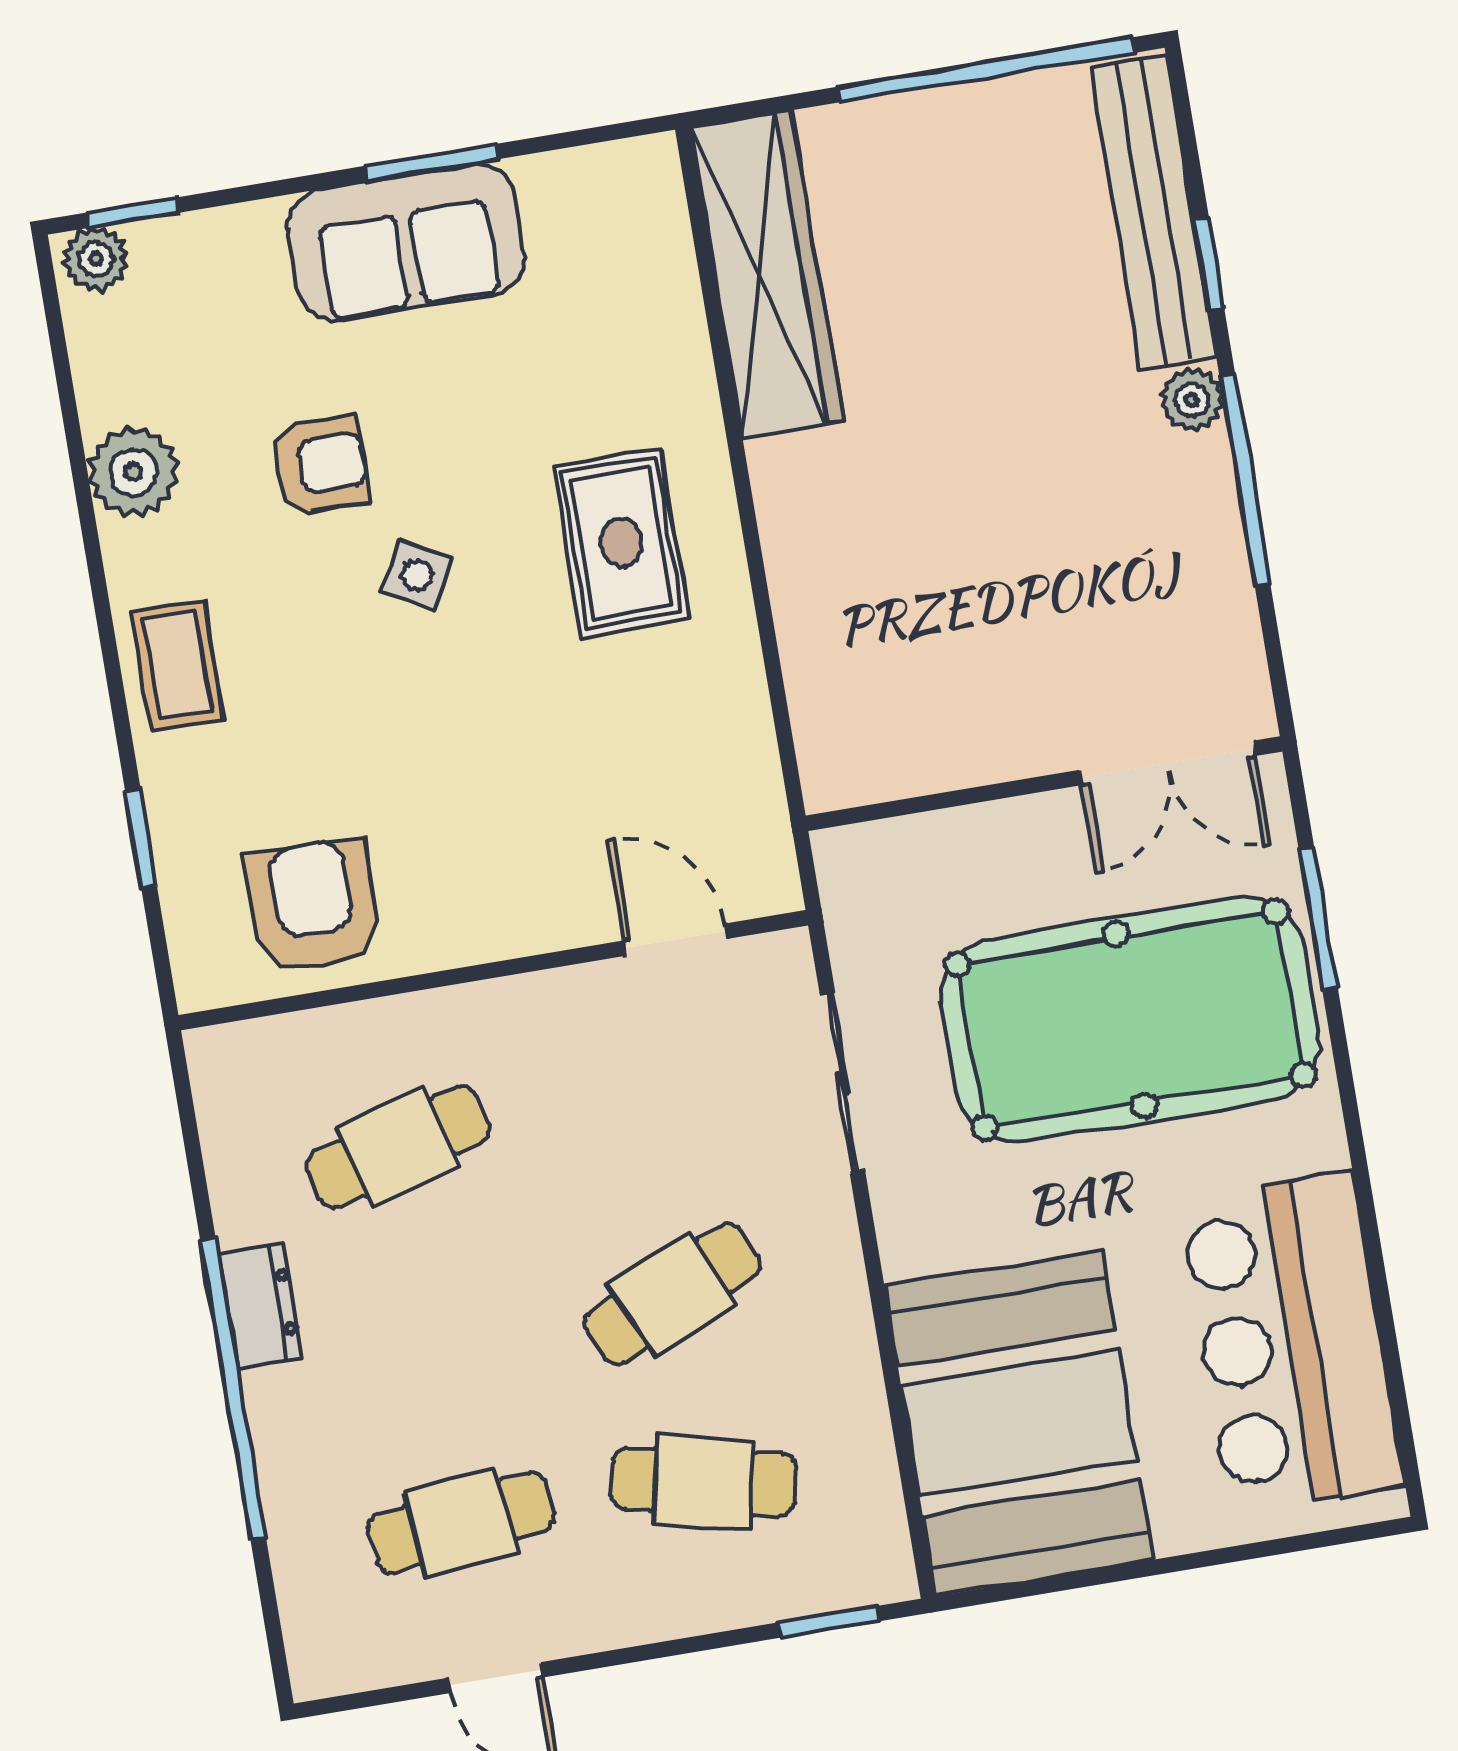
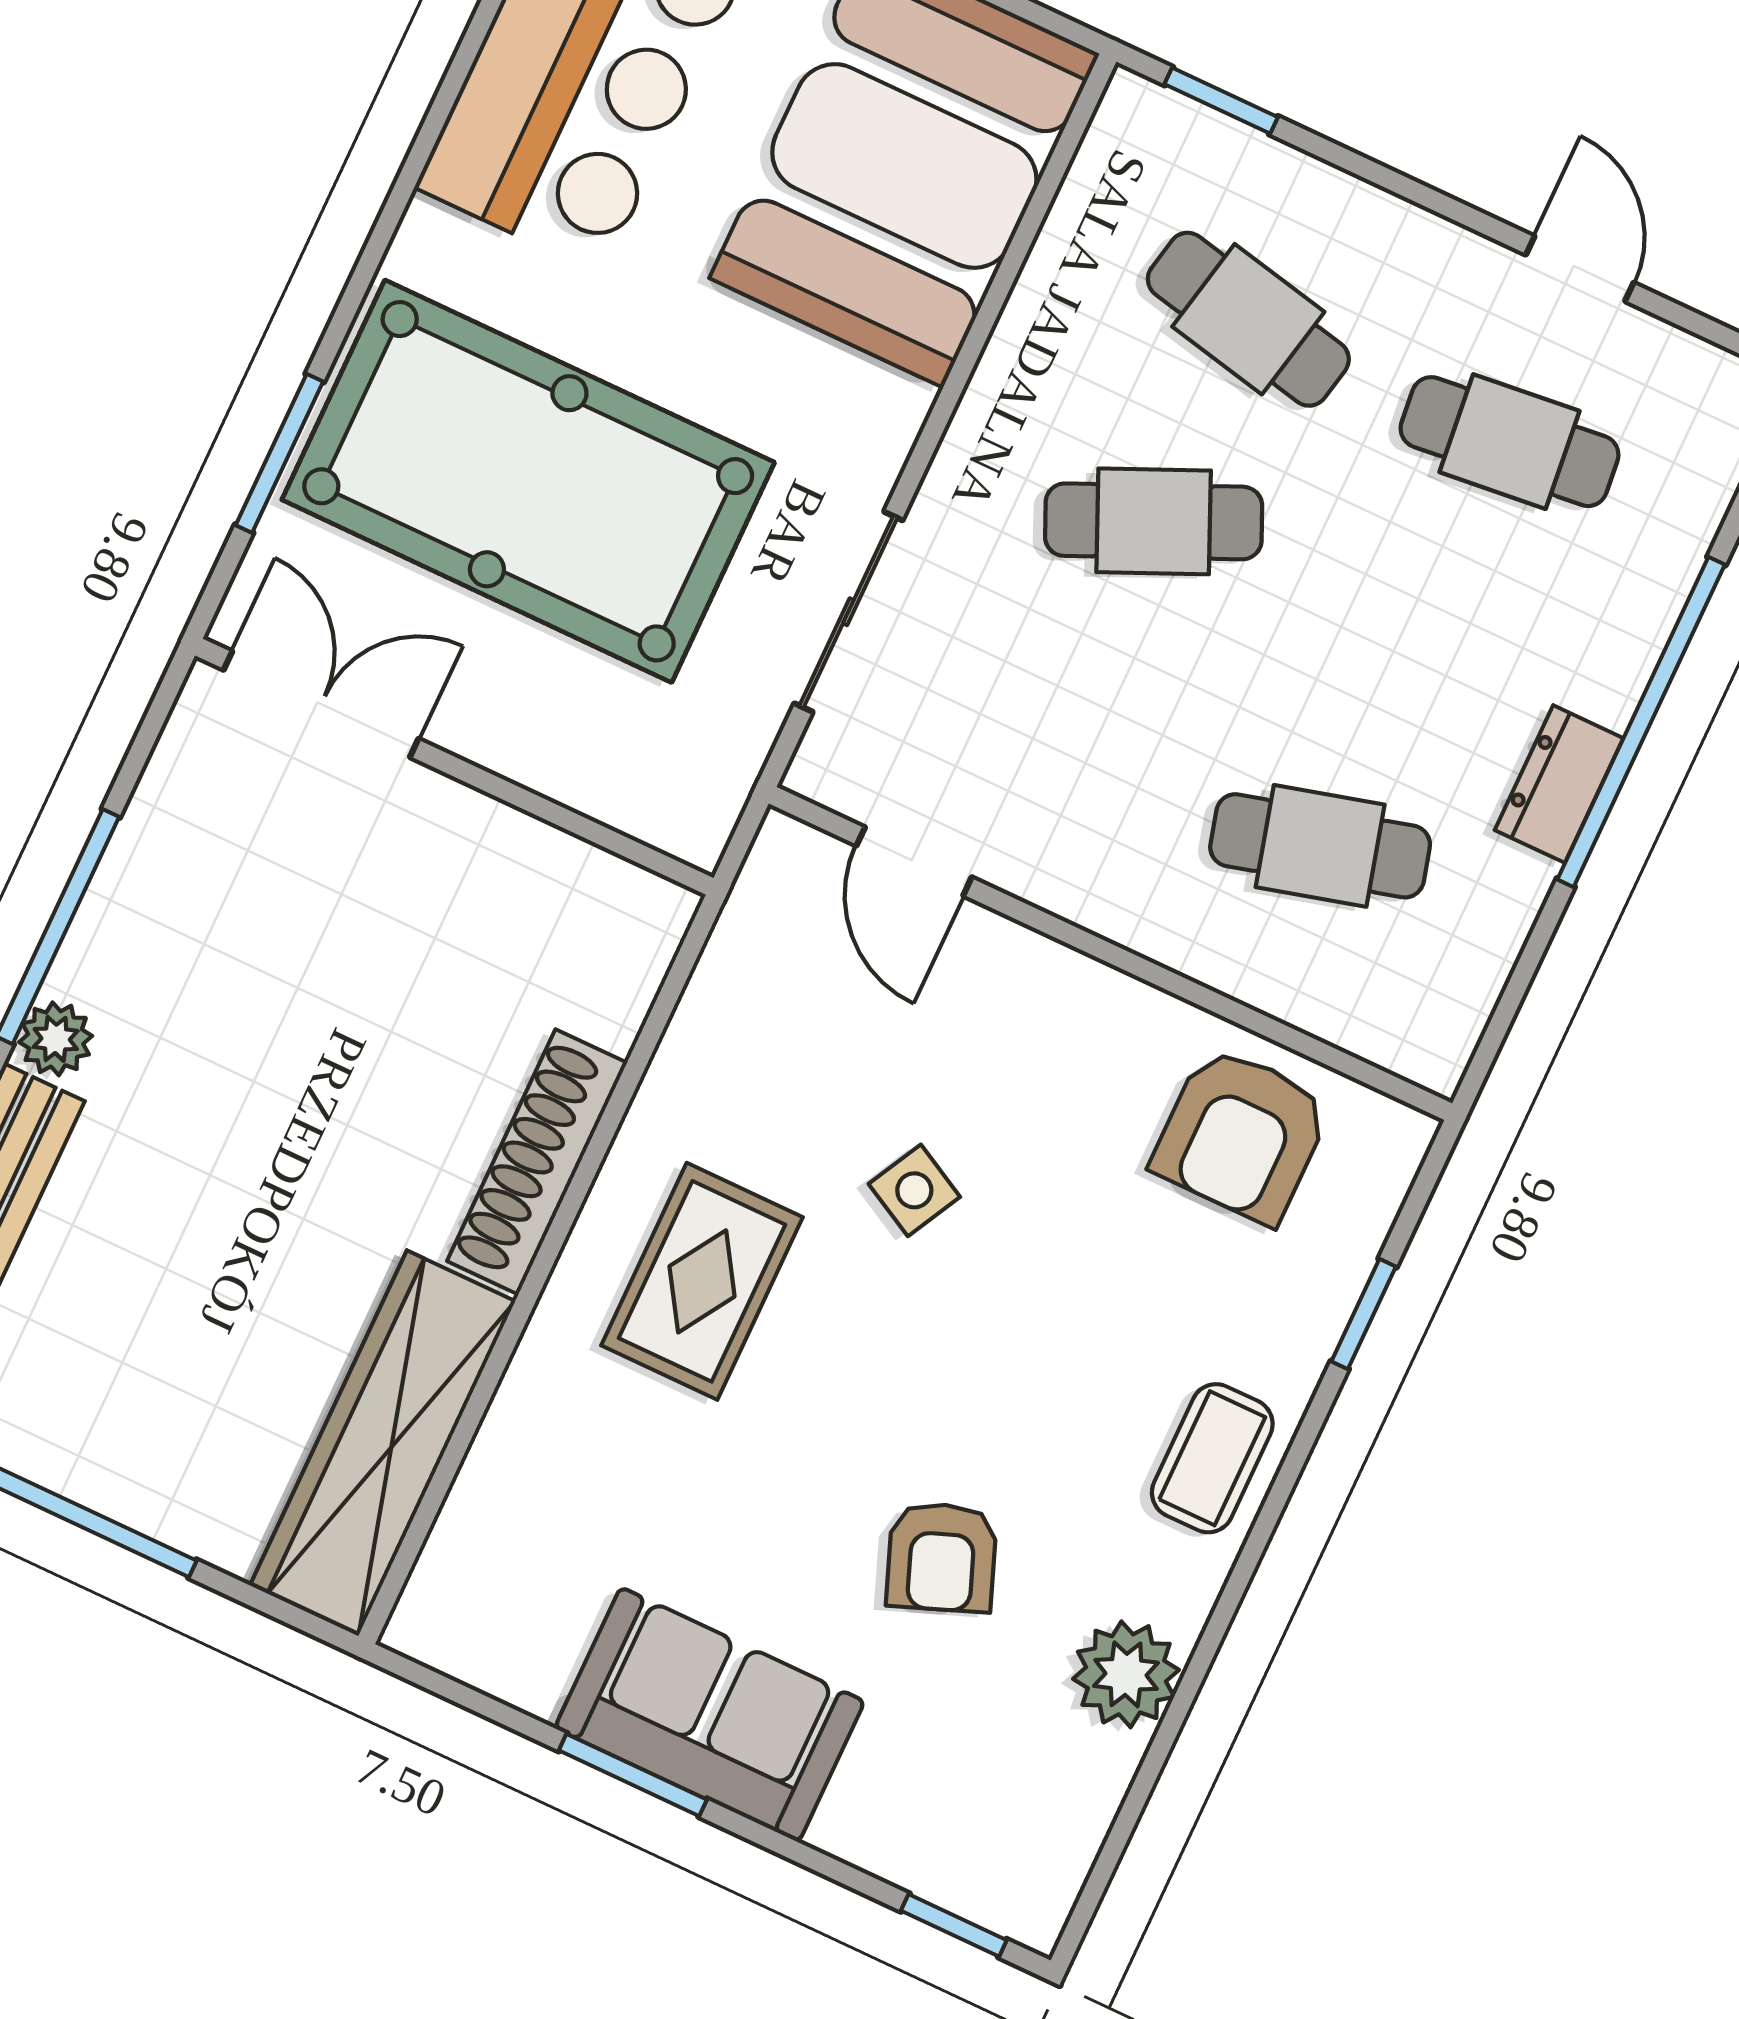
plant: (96, 259) -> (1020, 1905), removed
armchair: (320, 465) -> (942, 1557), turned -111
shoe rack: (795, 546) -> (537, 1162), added
side table: (417, 575) -> (914, 1190), moved

